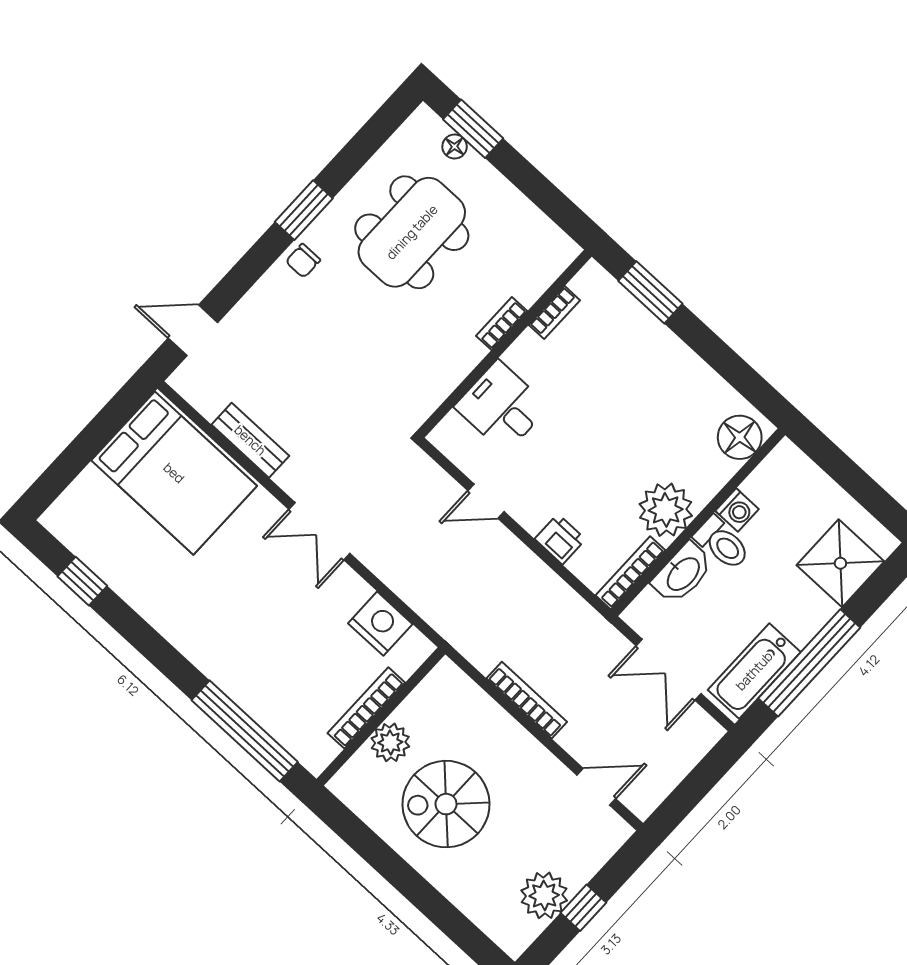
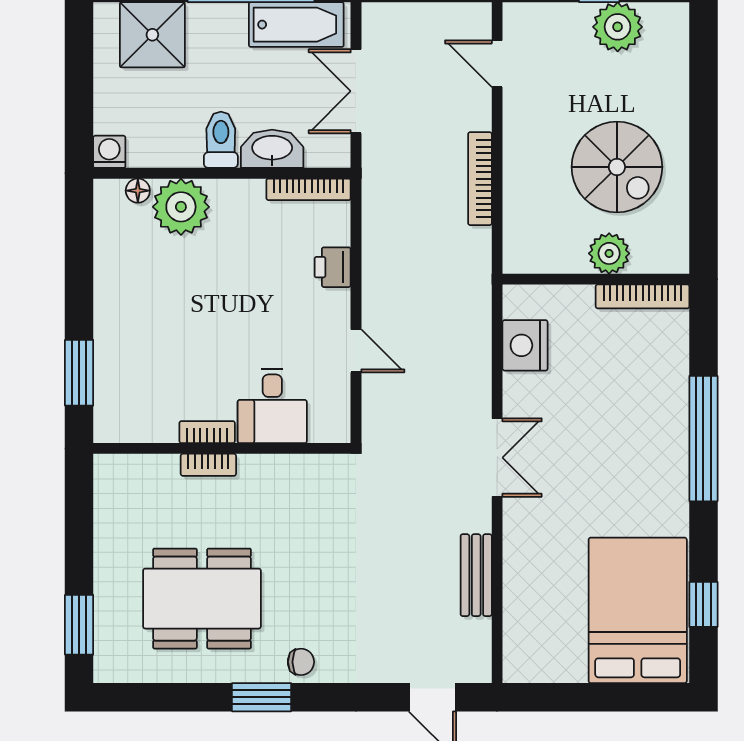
floor lamp: (455, 147) -> (106, 626), removed
bookcase: (554, 313) -> (207, 432), moved
floor lamp: (740, 437) -> (138, 191), width x0.53, depth x0.53
bed: (174, 473) -> (638, 610), moved
plant: (666, 510) -> (181, 207), moved
washing machine: (737, 510) -> (109, 152), moved
double door: (669, 670) -> (356, 91), swing flipped
bookcase: (366, 708) -> (643, 296), moved
window: (245, 731) -> (703, 439), moved

